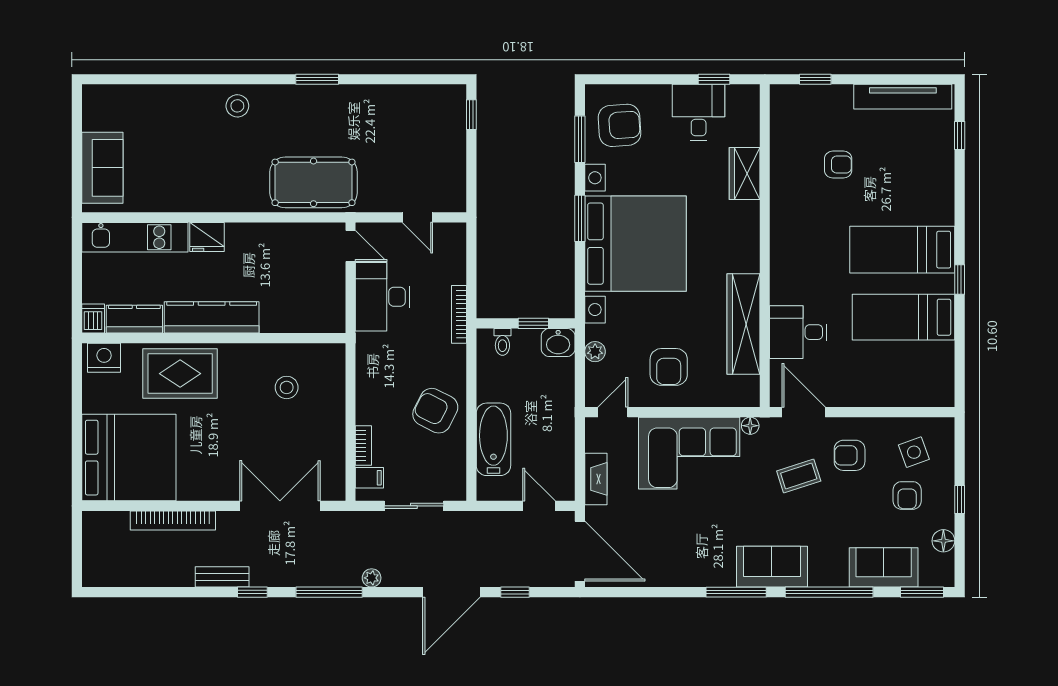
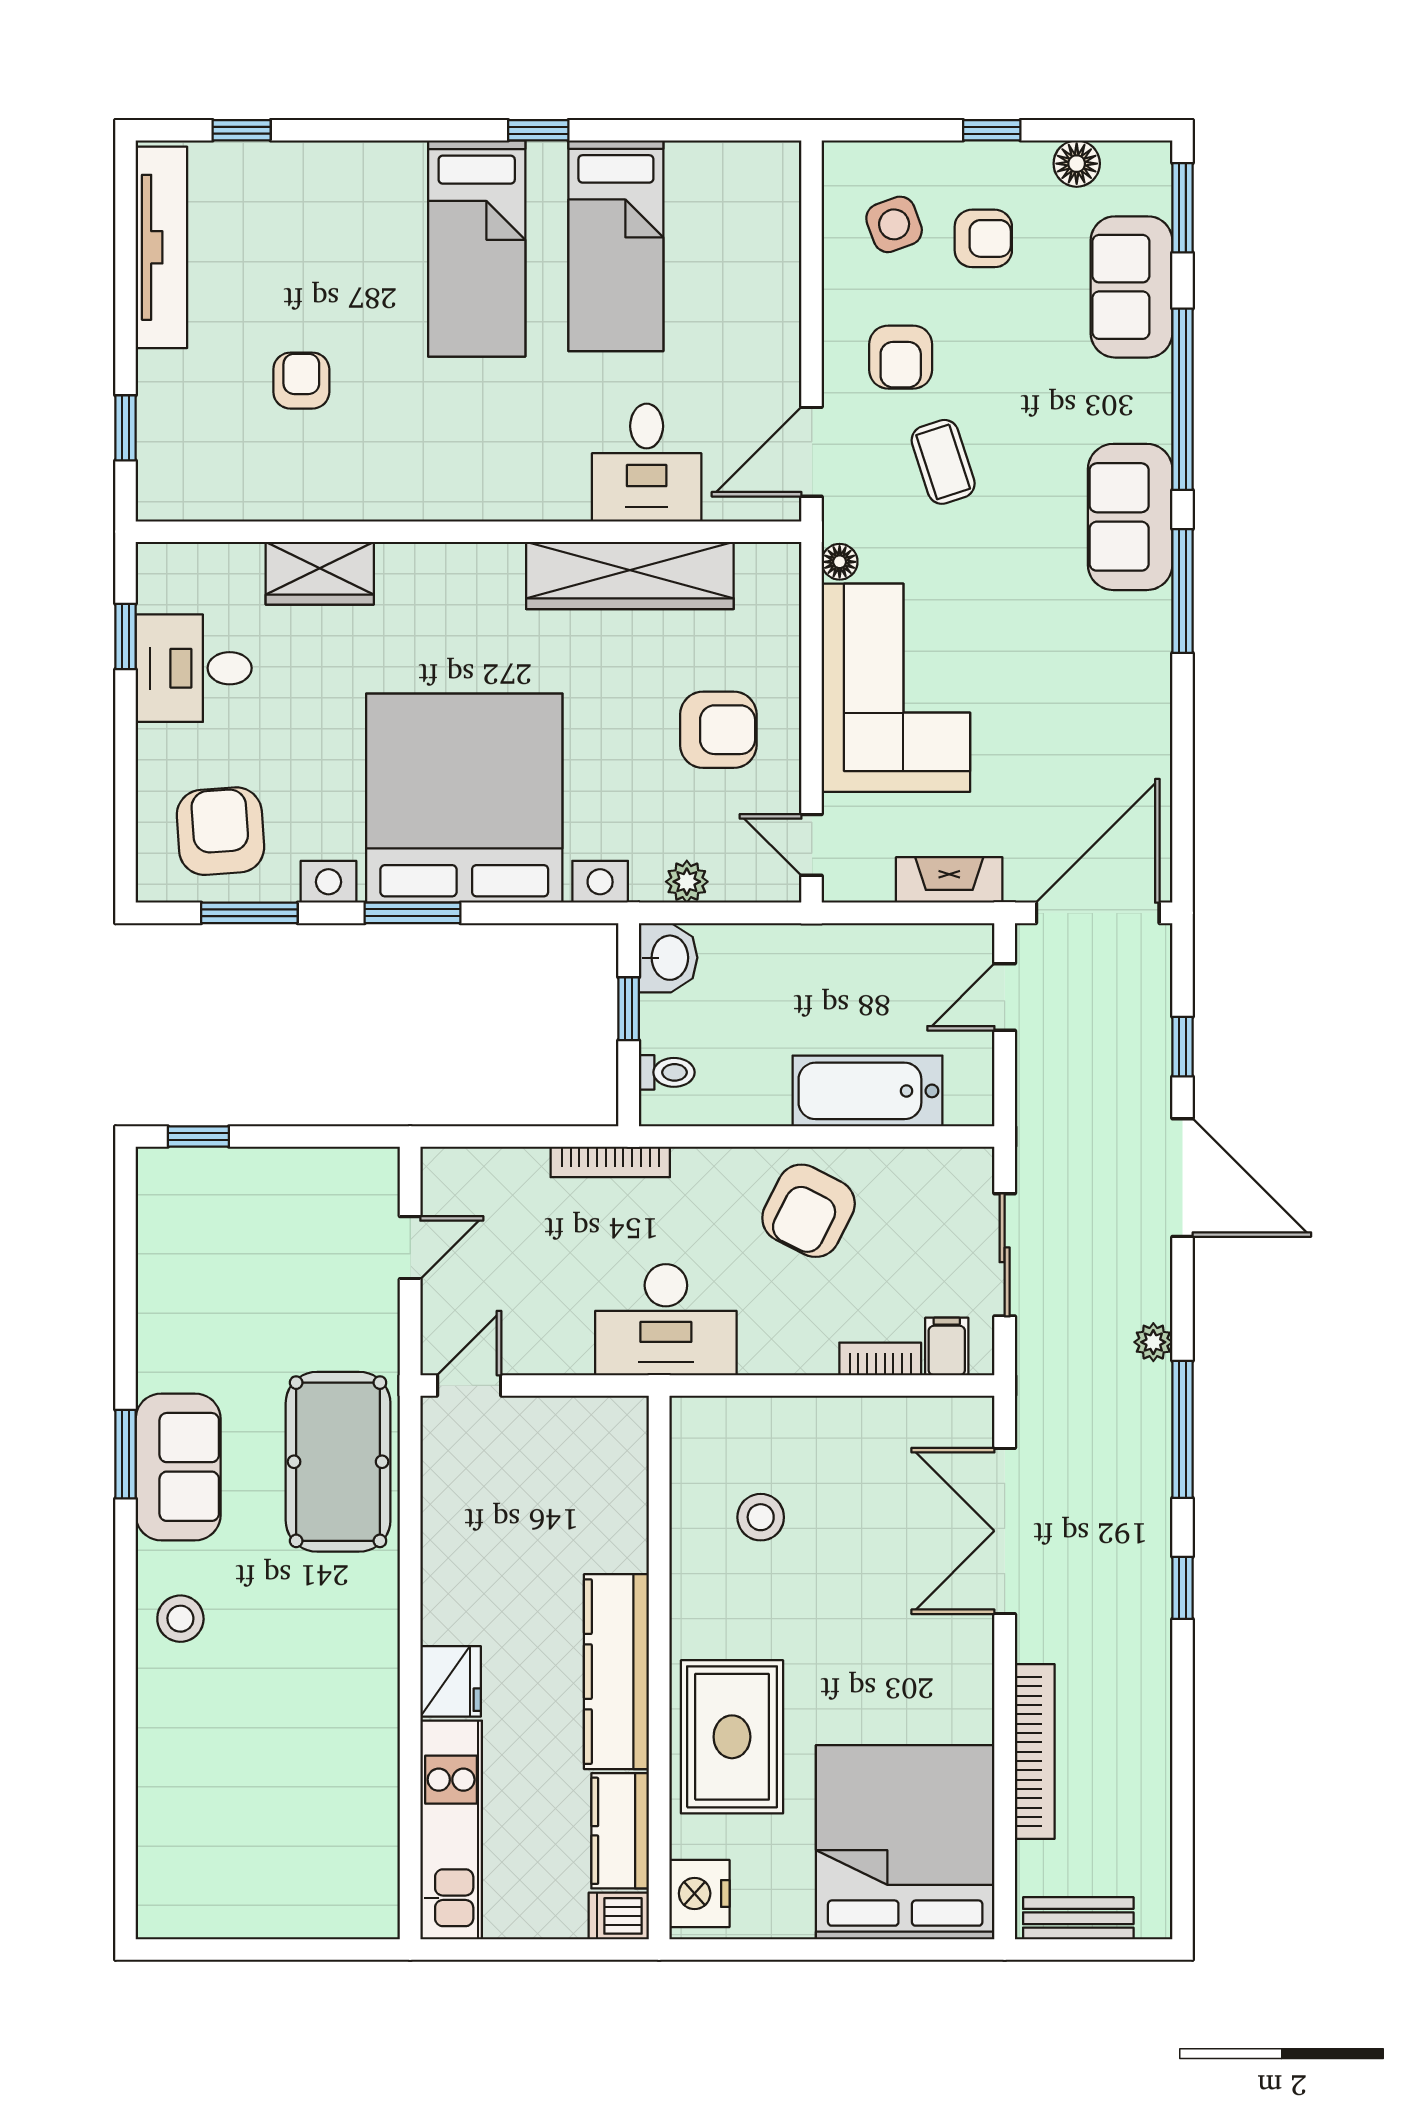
sofa: (102, 168) -> (178, 1467), moved, turned 90
desk: (382, 297) -> (666, 1320), moved
bench: (222, 577) -> (1078, 1918), moved, turned 90

